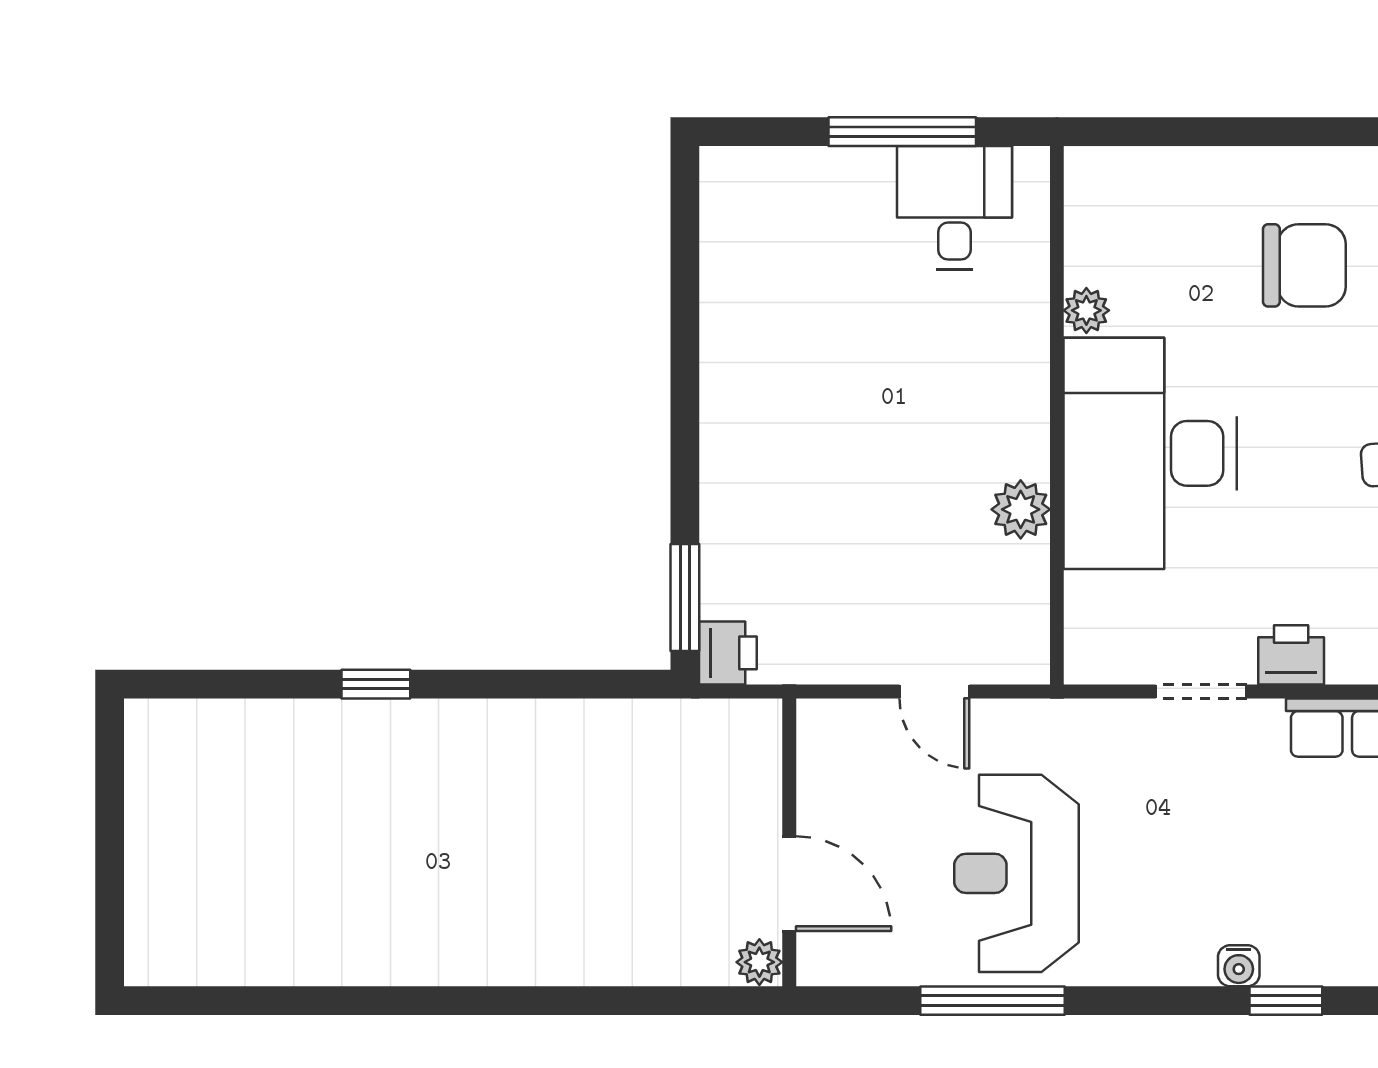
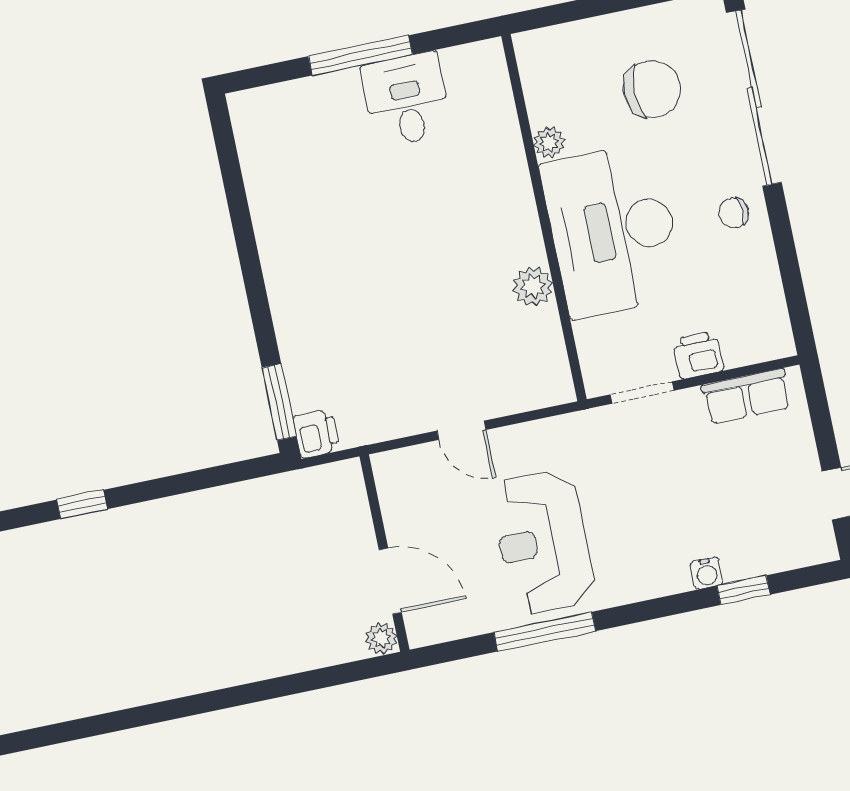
plant: (1086, 310) -> (549, 143), moved
wall: (1057, 415) -> (544, 218), moved
desk: (1150, 453) -> (613, 230), moved
plant: (1021, 509) -> (533, 287), moved

